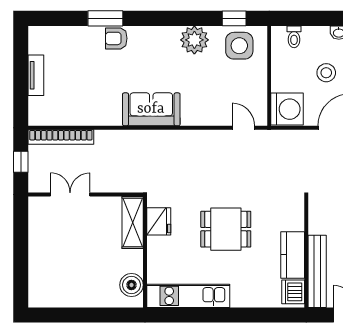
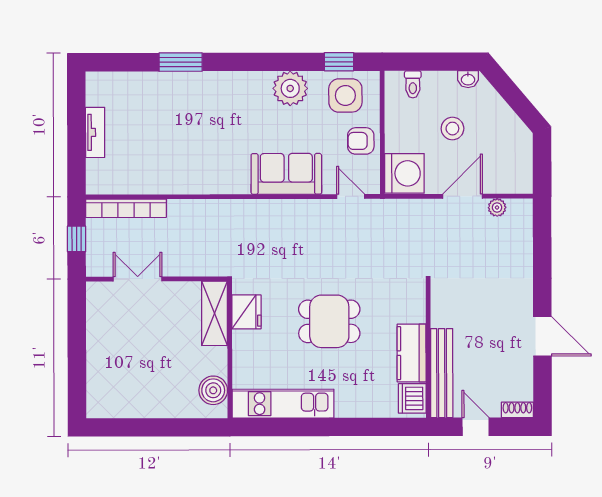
armchair: (116, 38) -> (361, 141), moved
sofa: (151, 109) -> (286, 174), moved

